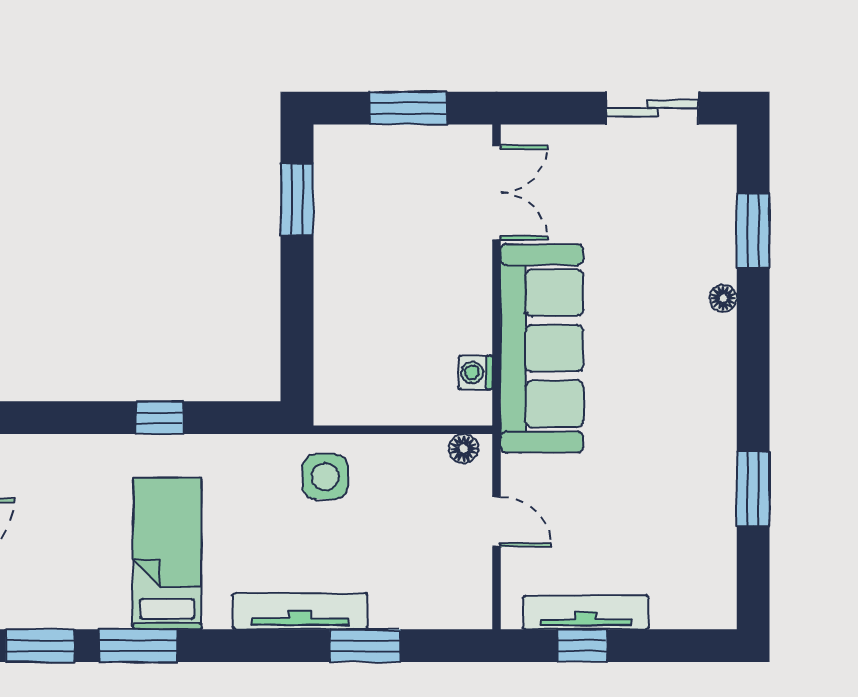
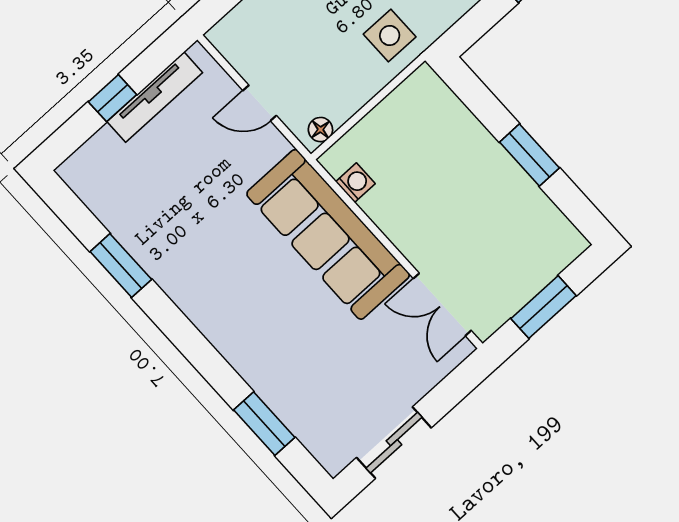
window: (297, 199) -> (529, 155), moved
floor lamp: (723, 298) -> (245, 366), removed
window: (582, 646) -> (113, 98), moved

